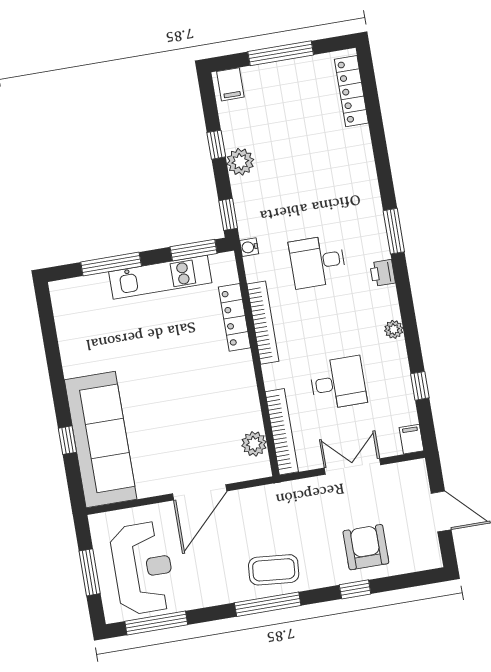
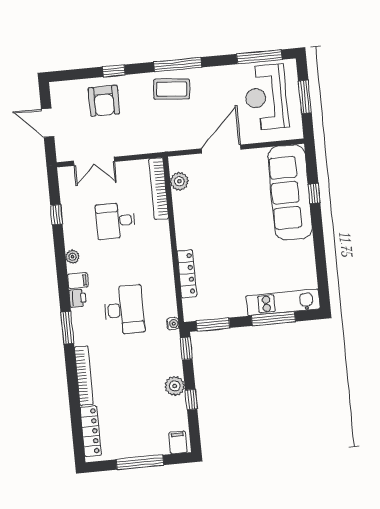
desk: (317, 261) -> (124, 310), width x1.37
kitchen unit: (160, 277) -> (283, 302), moved
bookcase: (263, 323) -> (84, 376), moved, turned 180
filing cabinet: (411, 439) -> (78, 281), moved, turned -90
double door: (352, 466) -> (94, 161), moved

